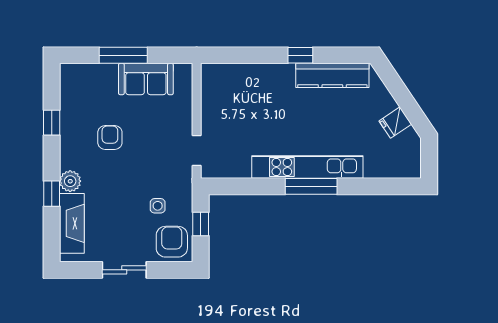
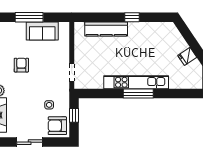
kitchen counter: (332, 75) -> (106, 29), moved
armchair: (172, 242) -> (57, 126), turned -90

